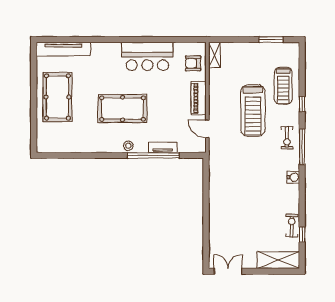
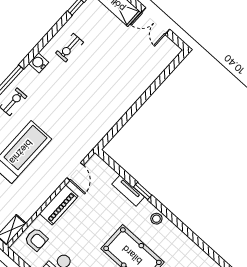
window: (153, 155) -> (143, 191), width x0.32
exercise bike: (292, 226) -> (70, 48), moved
double door: (228, 271) -> (155, 21), moved

